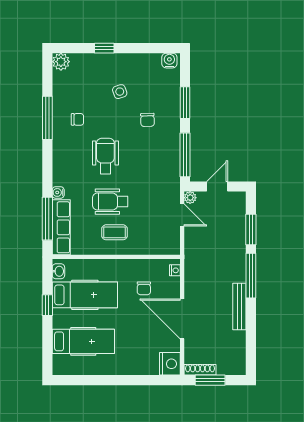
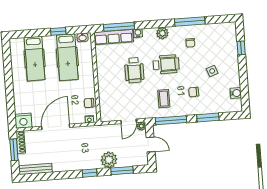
window: (104, 48) -> (241, 48), moved
water cooler: (169, 61) -> (236, 93), moved
plant: (61, 62) -> (162, 33), moved
wheelchair: (110, 202) -> (134, 70), turned 180
coffee table: (115, 232) -> (164, 99), moved
plant: (234, 247) -> (109, 160), added
window: (251, 276) -> (90, 173), width x0.46
chair: (144, 288) -> (89, 103), moved
bench: (239, 307) -> (35, 169), moved

